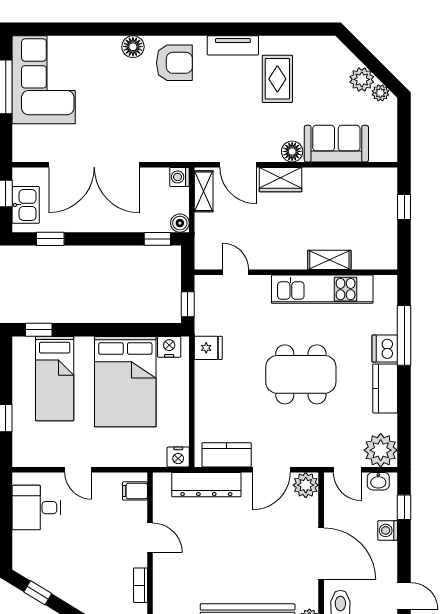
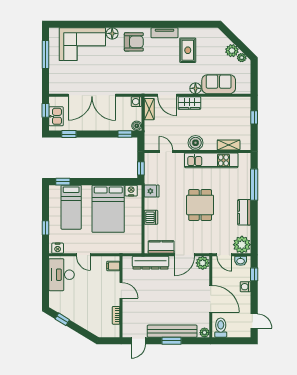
corner sofa: (44, 80) -> (82, 44), moved, turned 90
boiler: (292, 256) -> (196, 143), added
shelving: (329, 260) -> (229, 145), moved
dishwasher: (385, 349) -> (151, 217), moved, turned 180
dining table: (301, 374) -> (200, 205), width x0.73
nightstand: (178, 457) -> (58, 248), moved
desk: (36, 508) -> (62, 275), width x1.37

